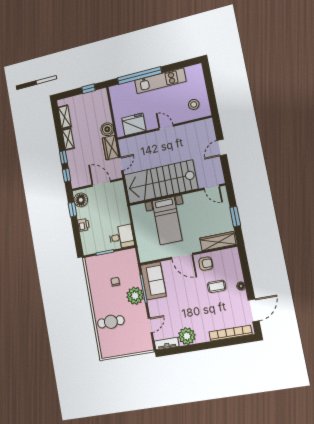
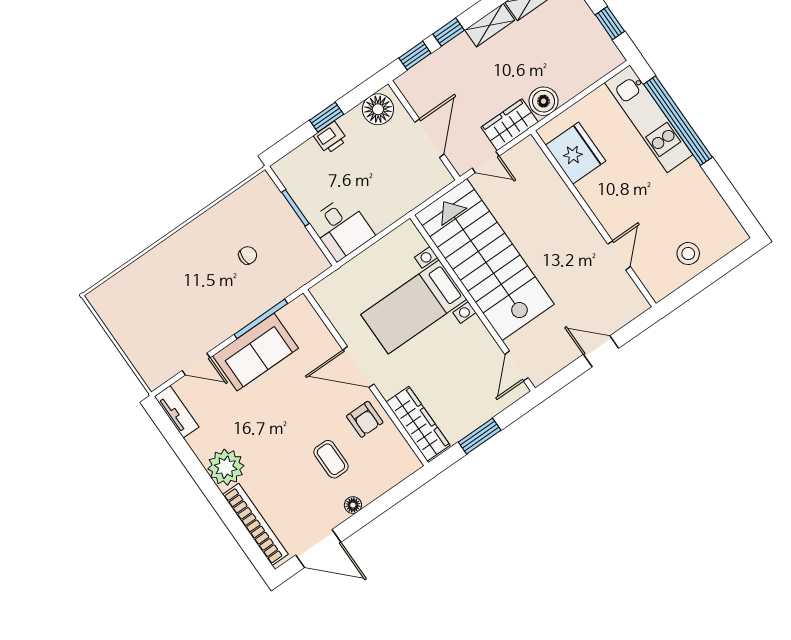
kitchen unit: (160, 81) -> (649, 119), moved
stool: (194, 104) -> (688, 254), moved
door: (166, 127) -> (619, 255), moved
window: (72, 209) -> (327, 117), moved
door: (182, 256) -> (358, 367), hinge flipped
sofa: (153, 281) -> (255, 352), moved
plant: (135, 296) -> (239, 308), removed
cafe table: (111, 322) -> (165, 282), removed
plant: (187, 336) -> (226, 467), moved

